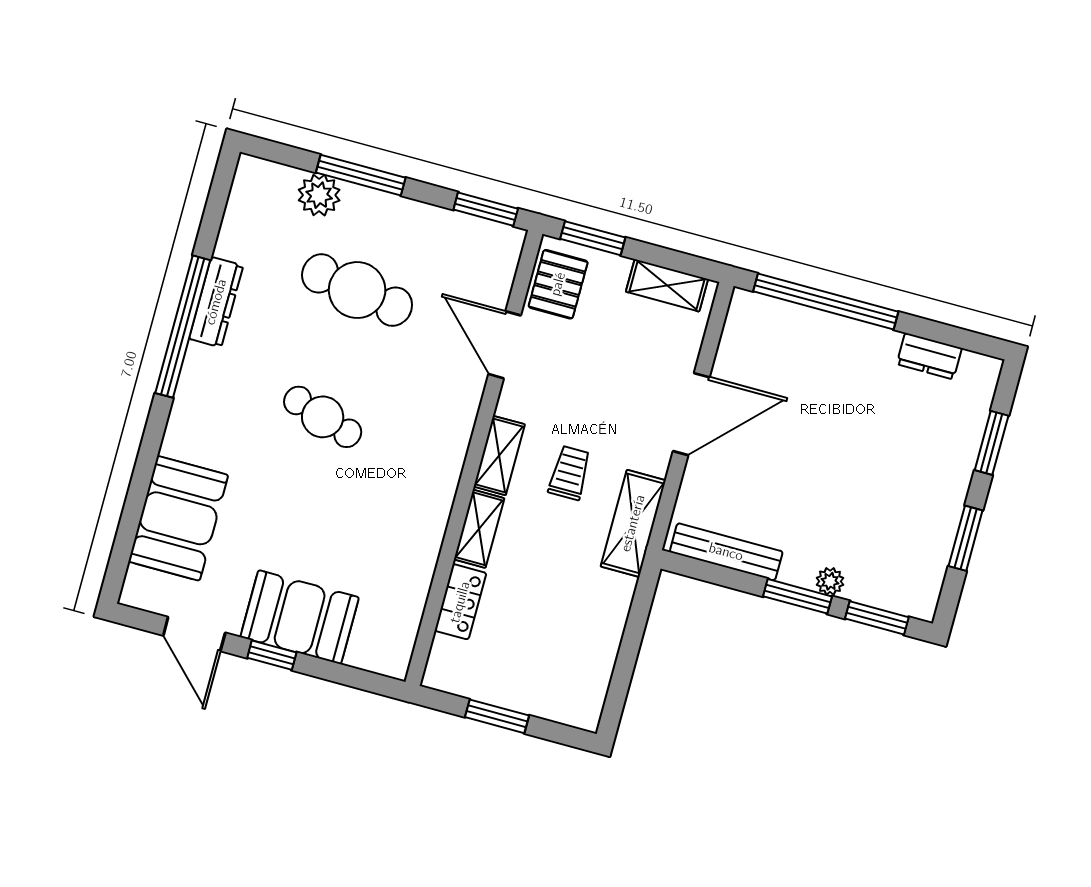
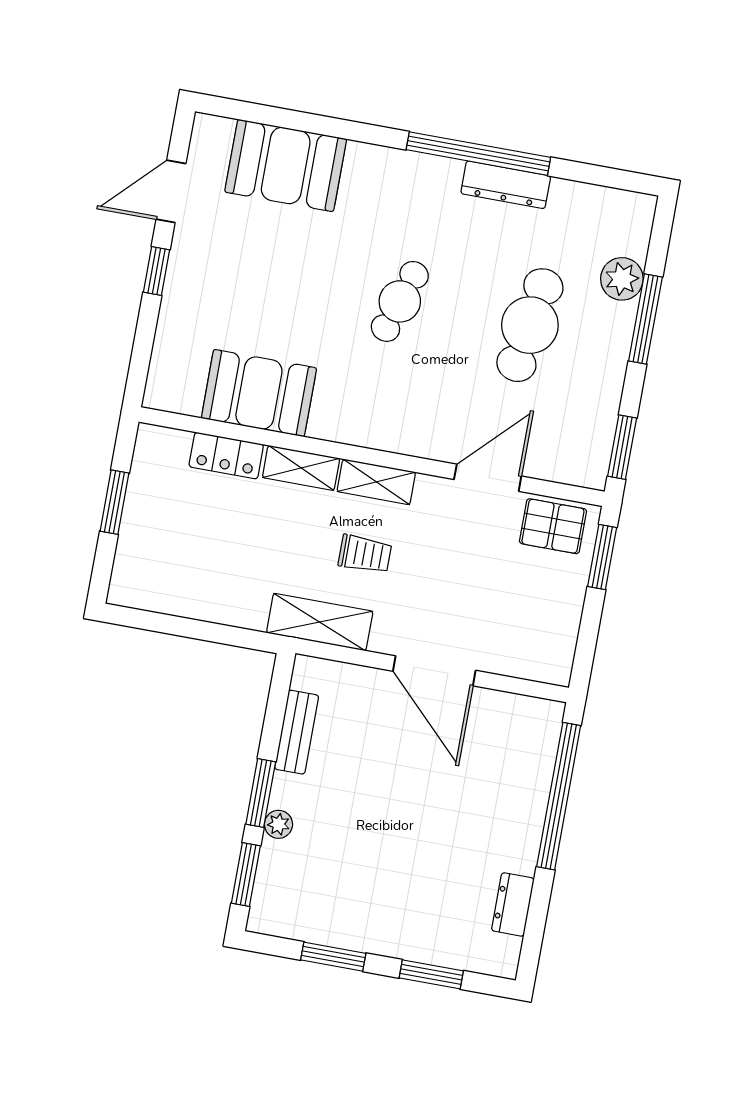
shelving: (667, 285) -> (561, 635), removed
bench: (726, 552) -> (297, 732), width x0.73
booth: (300, 617) -> (259, 393), moved, turned 90

